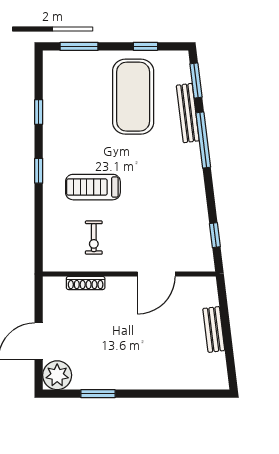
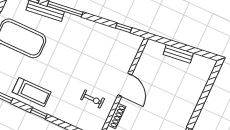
treadmill: (93, 187) -> (32, 92), moved, turned -90
door: (156, 274) -> (125, 85), moved

